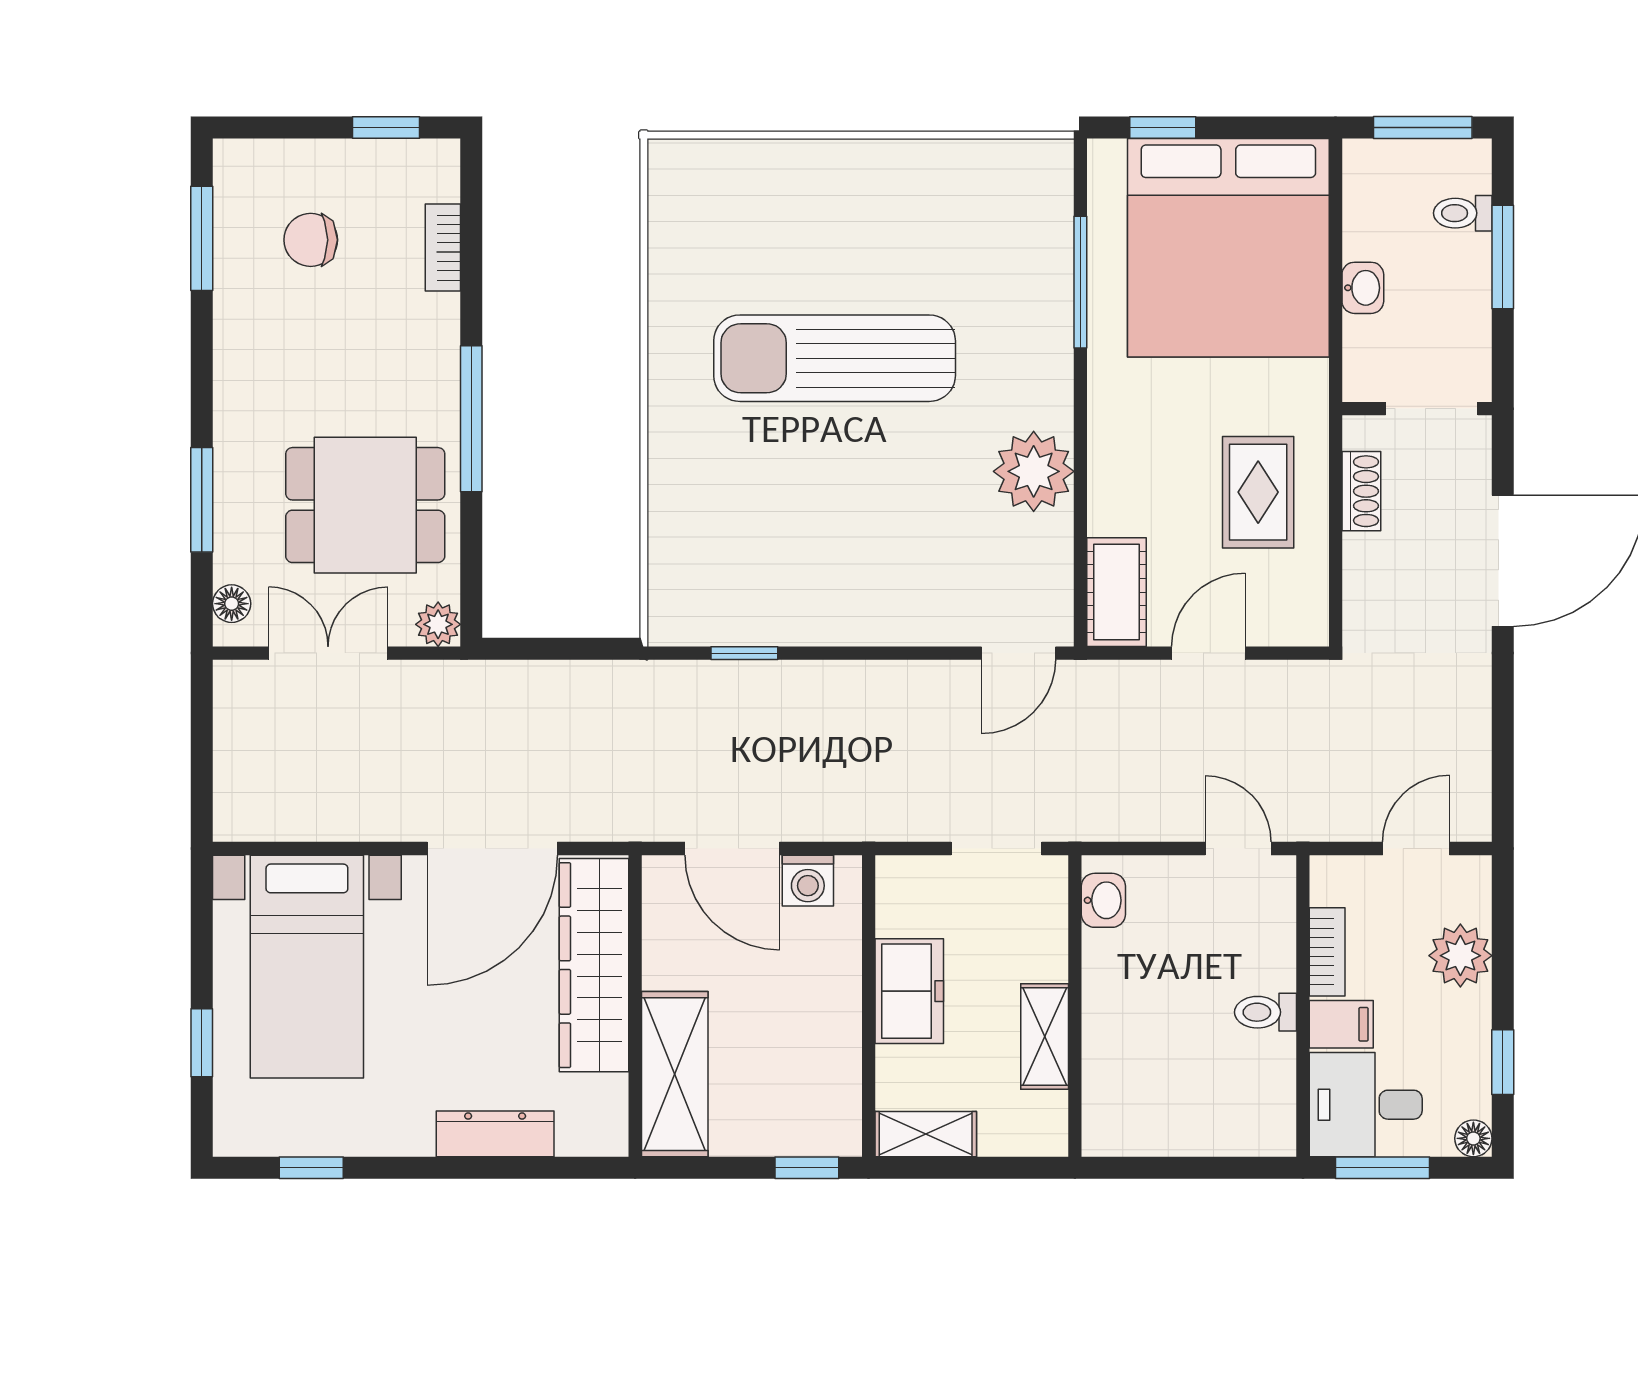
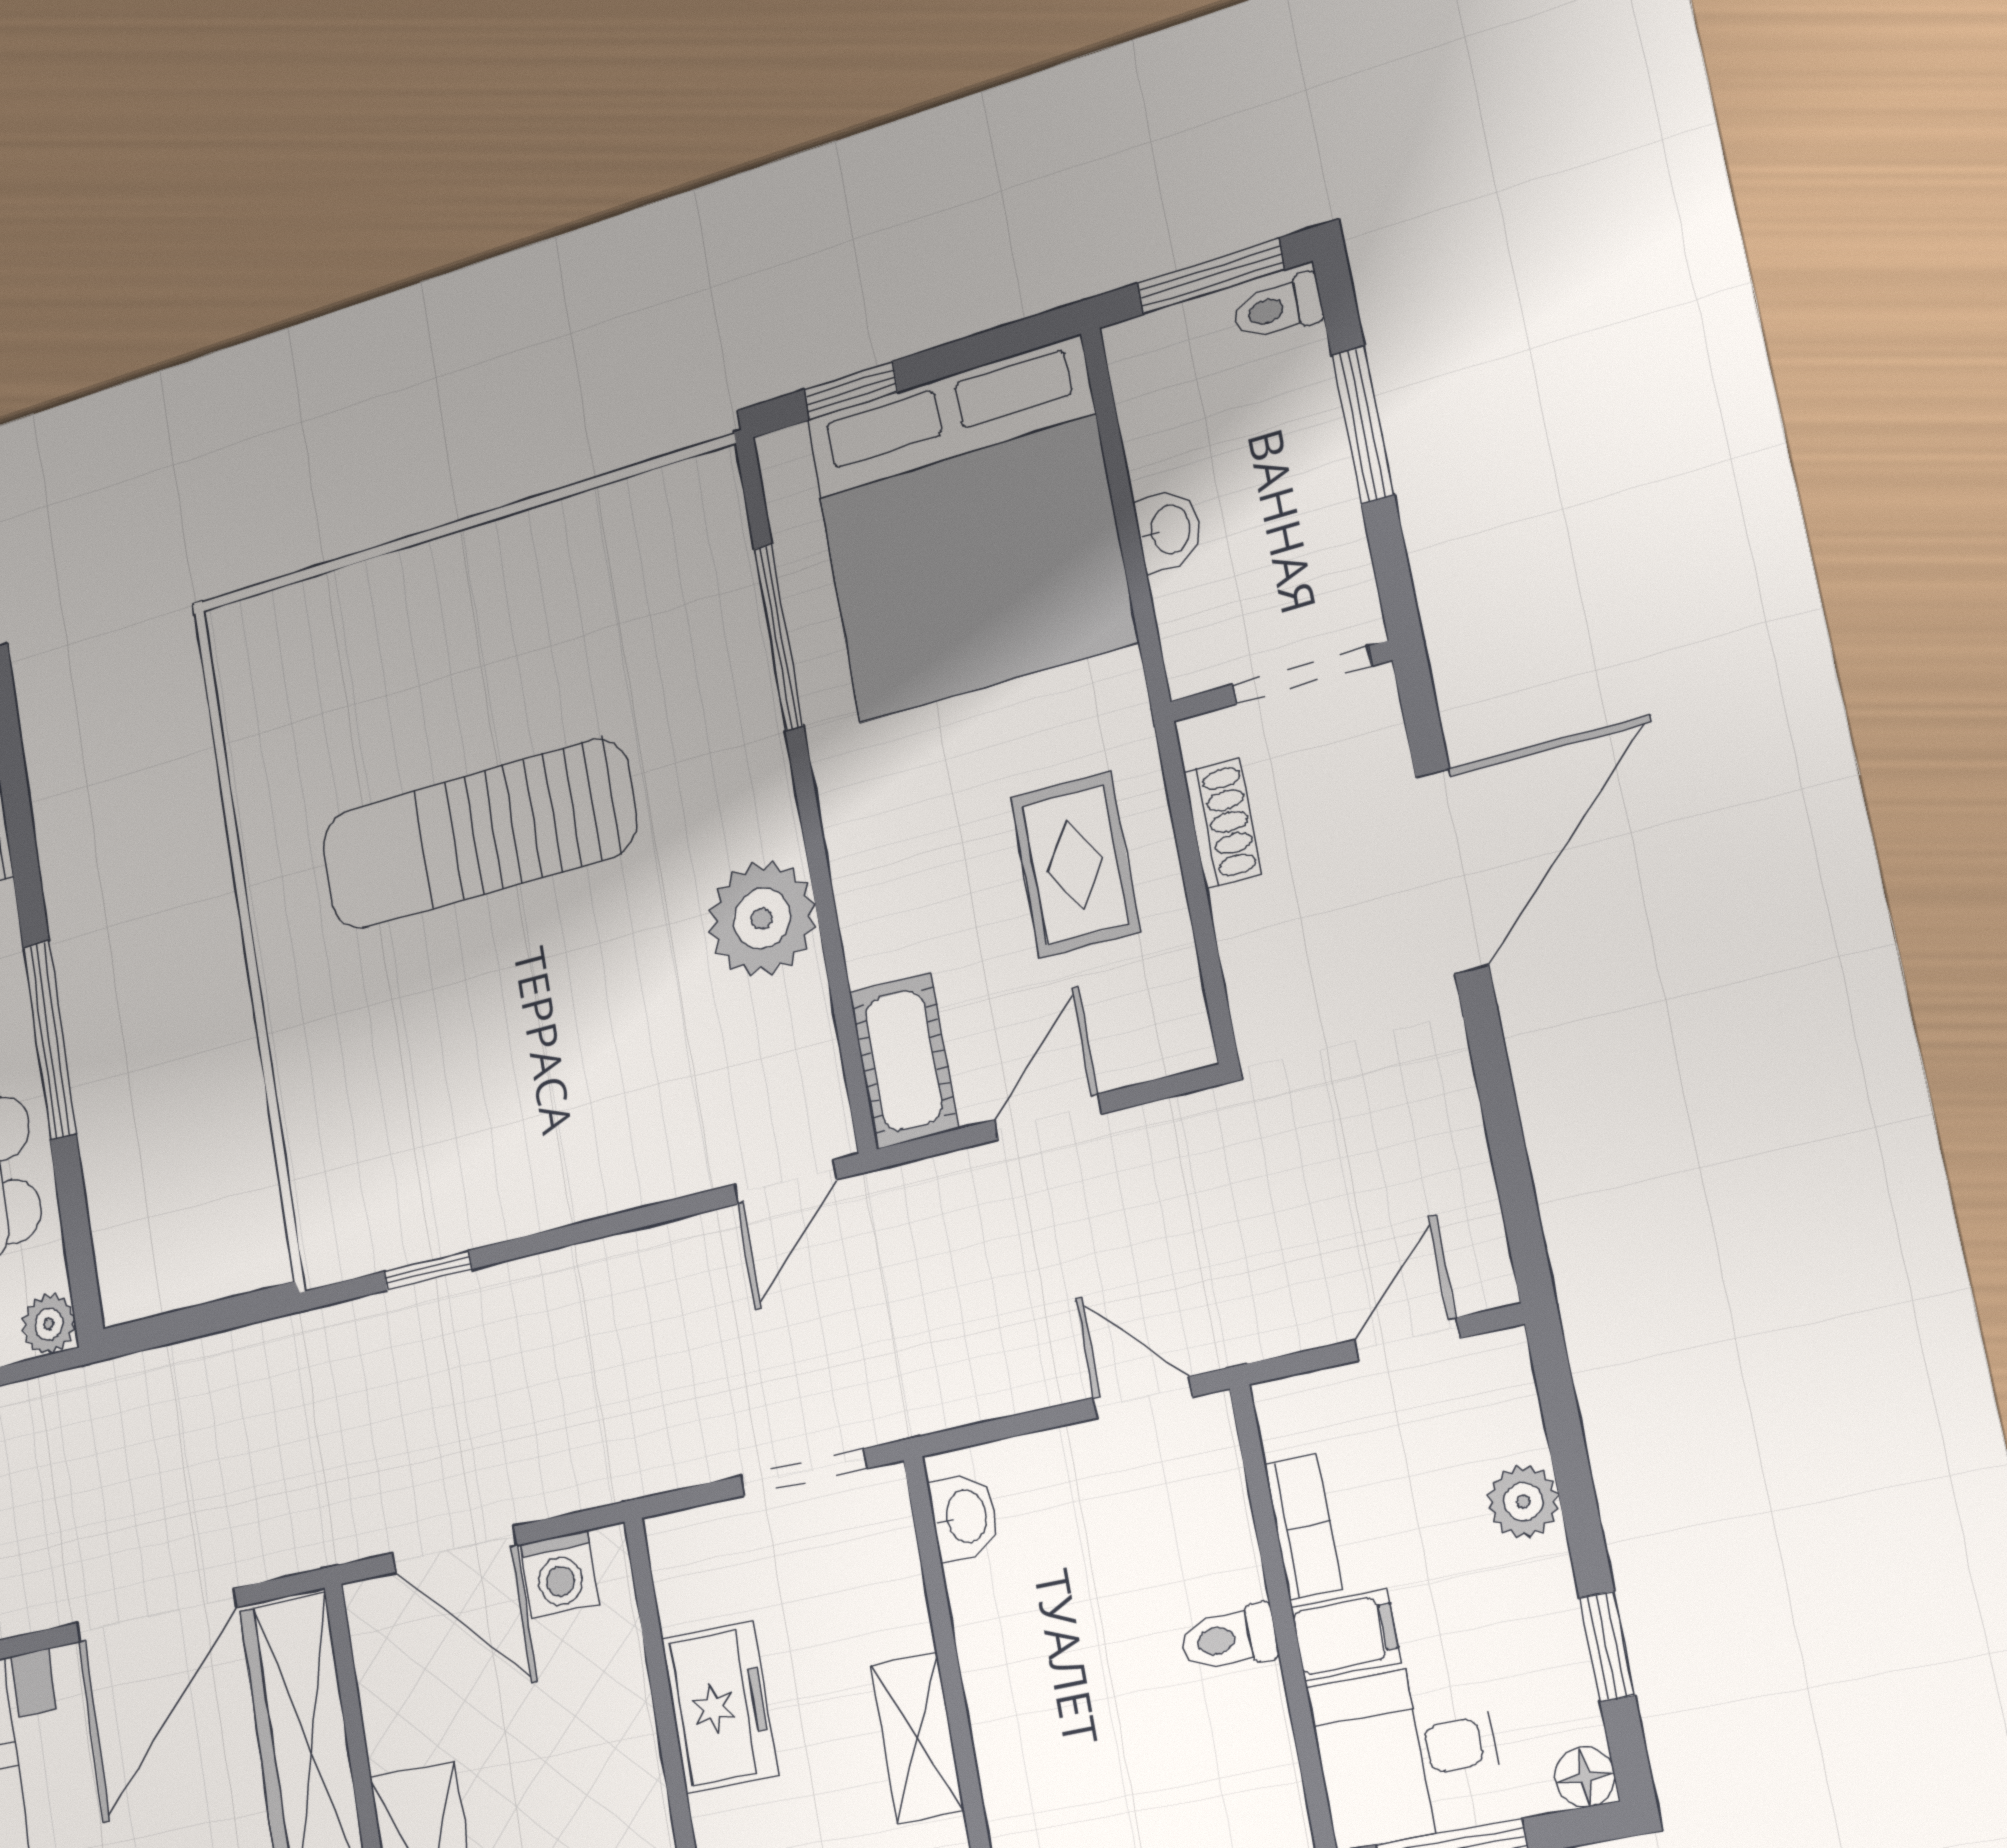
toilet: (1463, 213) -> (1278, 308), moved
plant: (1460, 956) -> (1523, 1501), width x0.73, depth x0.73

